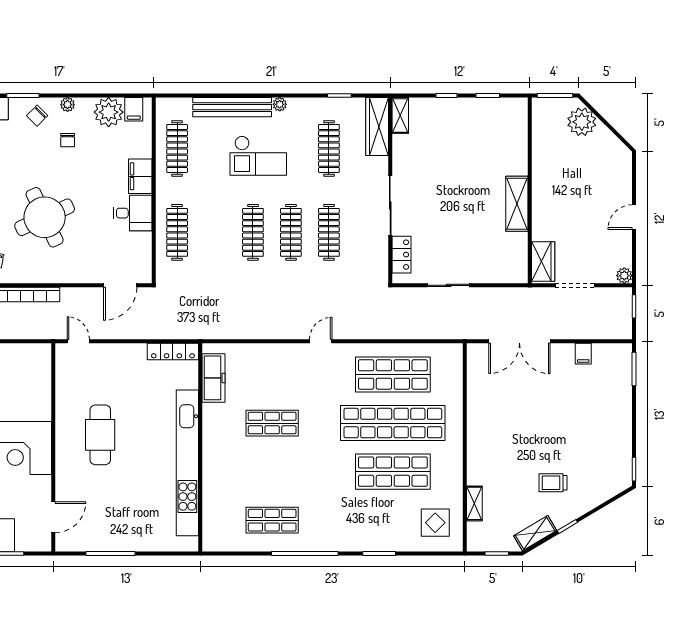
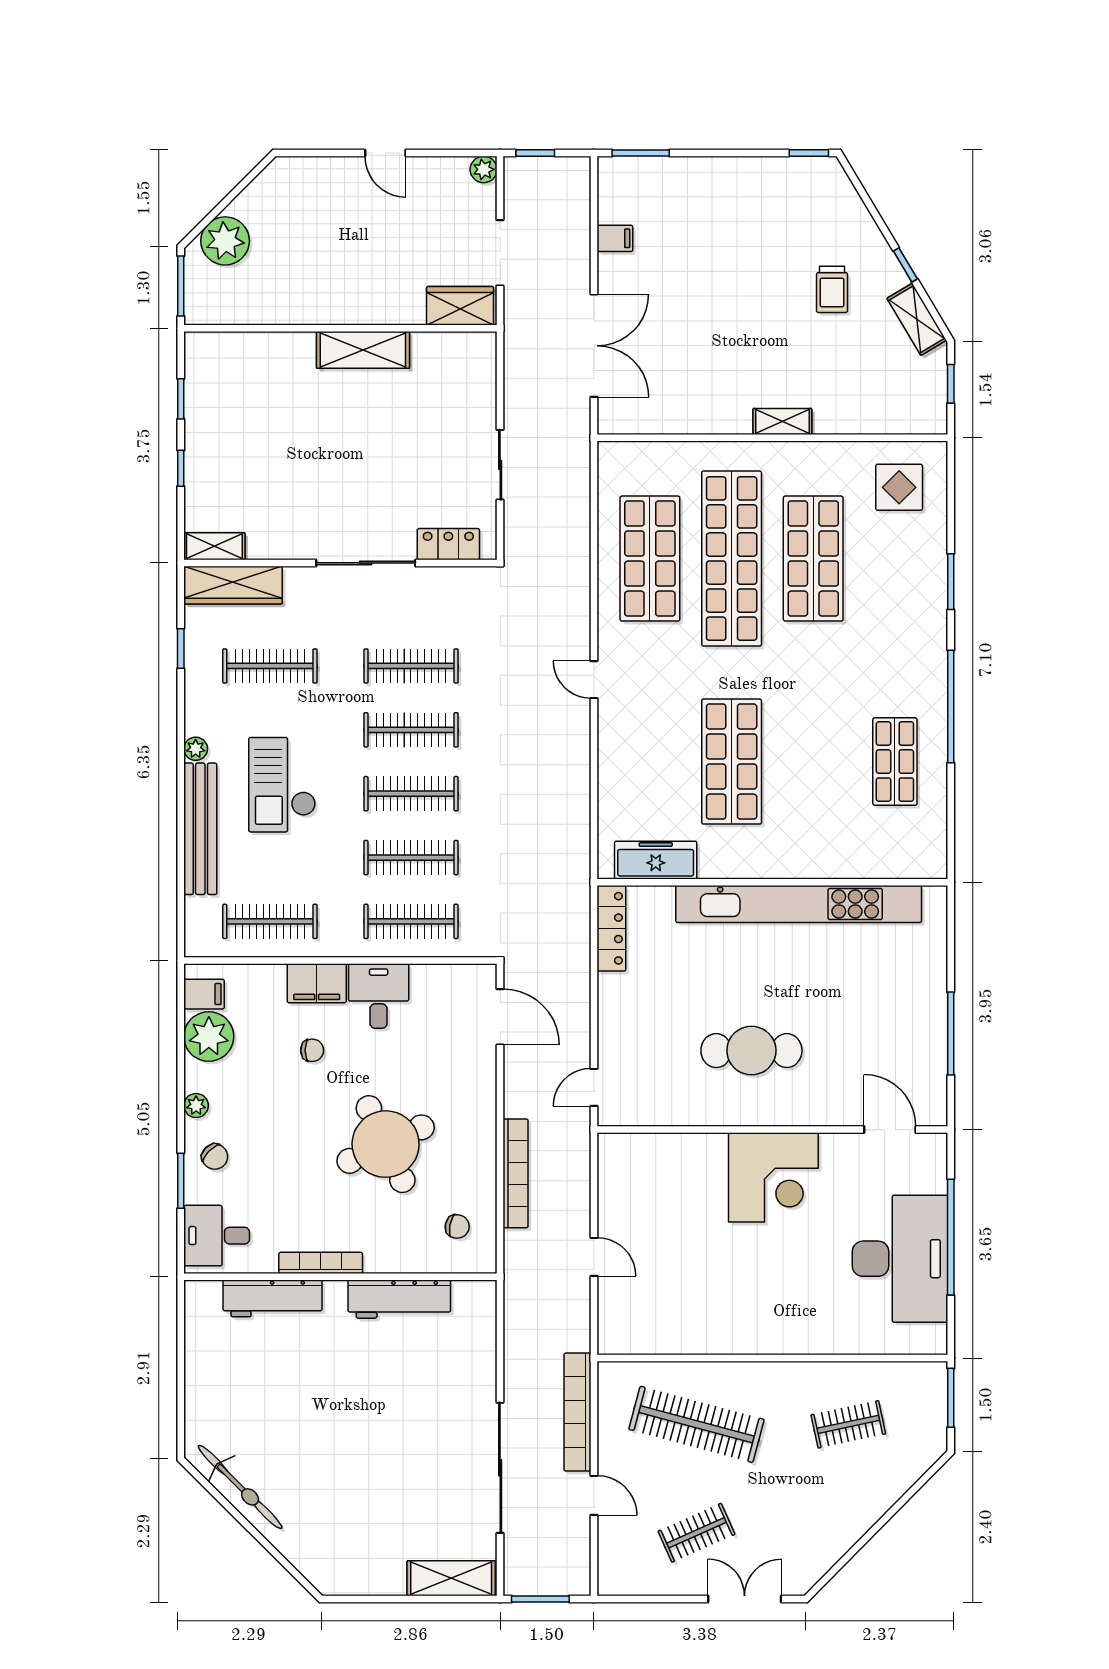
chair: (68, 140) -> (312, 1050), moved
checkout: (258, 156) -> (282, 785), turned 180
clothes rail: (215, 232) -> (411, 858), added
shop shelf: (272, 423) -> (732, 762), width x1.43, depth x1.36
shelving: (474, 503) -> (782, 422), moved

